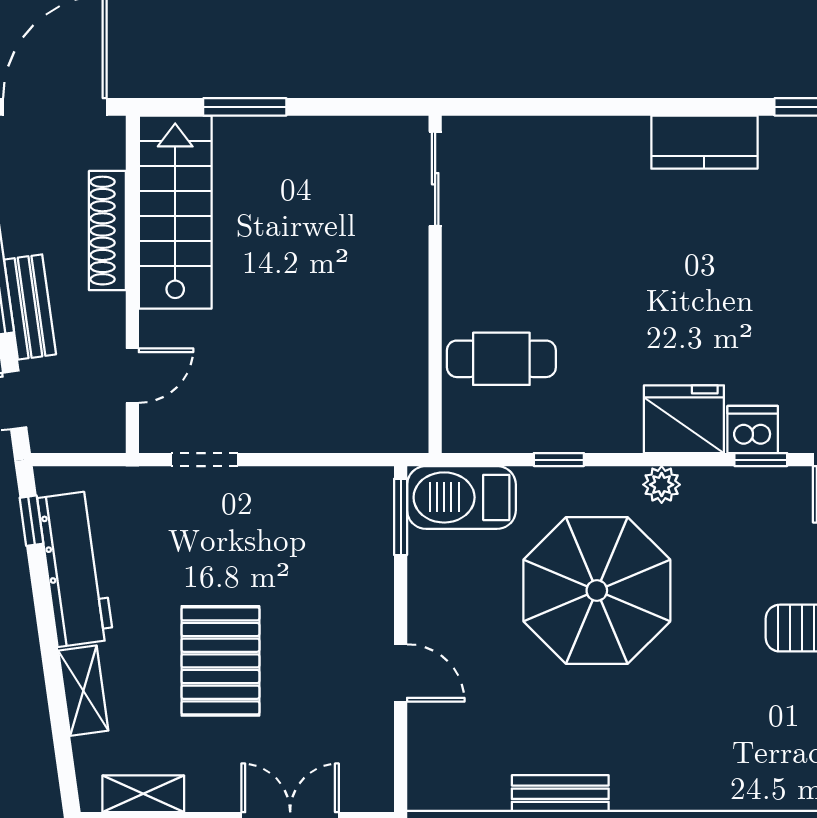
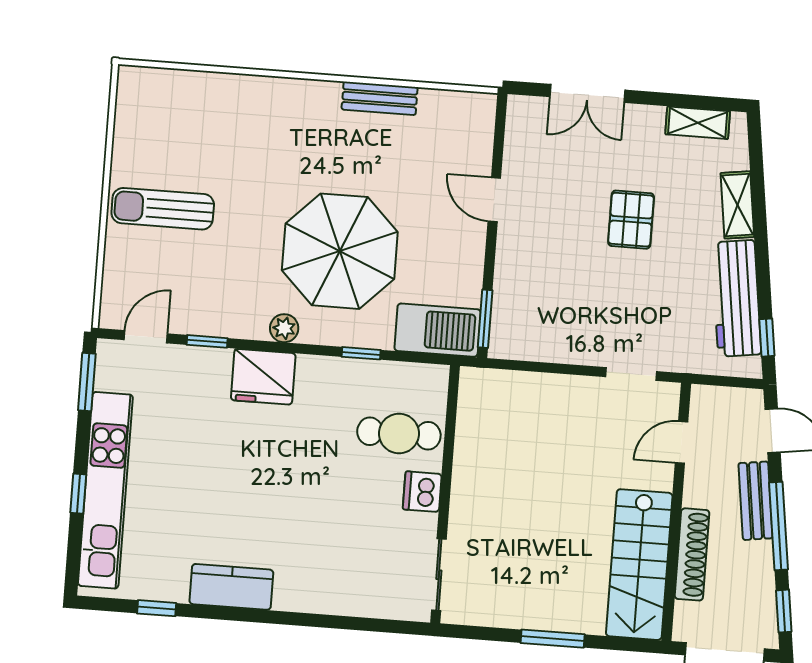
window: (245, 107) -> (553, 639), moved
dishwasher: (753, 430) -> (422, 492), moved, turned 90
pallet: (220, 661) -> (631, 220), width x0.67, depth x0.71

